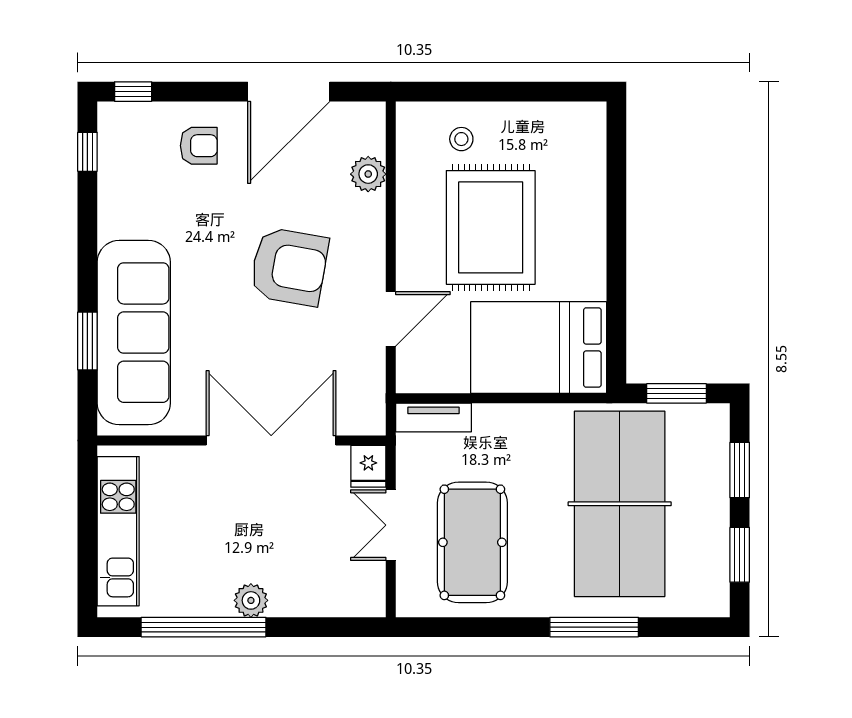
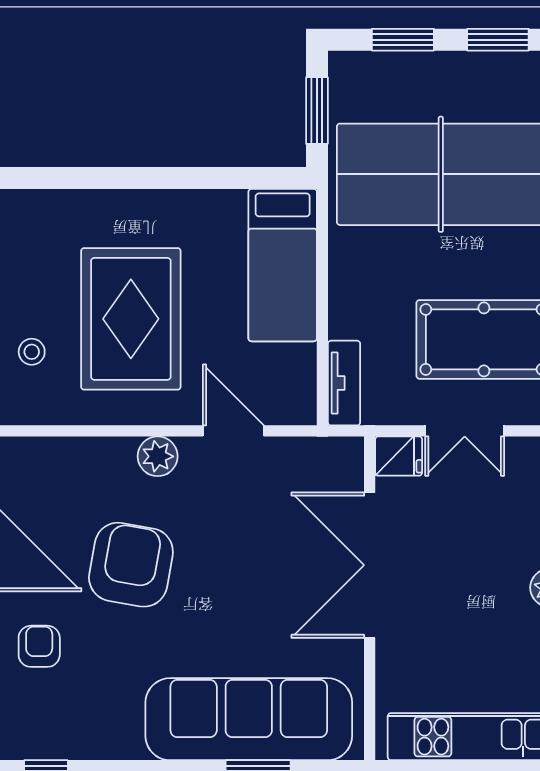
plant: (368, 174) -> (158, 456), moved
rug: (491, 227) -> (131, 319), turned 90
armchair: (289, 267) -> (131, 565), moved
bed: (539, 348) -> (283, 265), width x0.67

